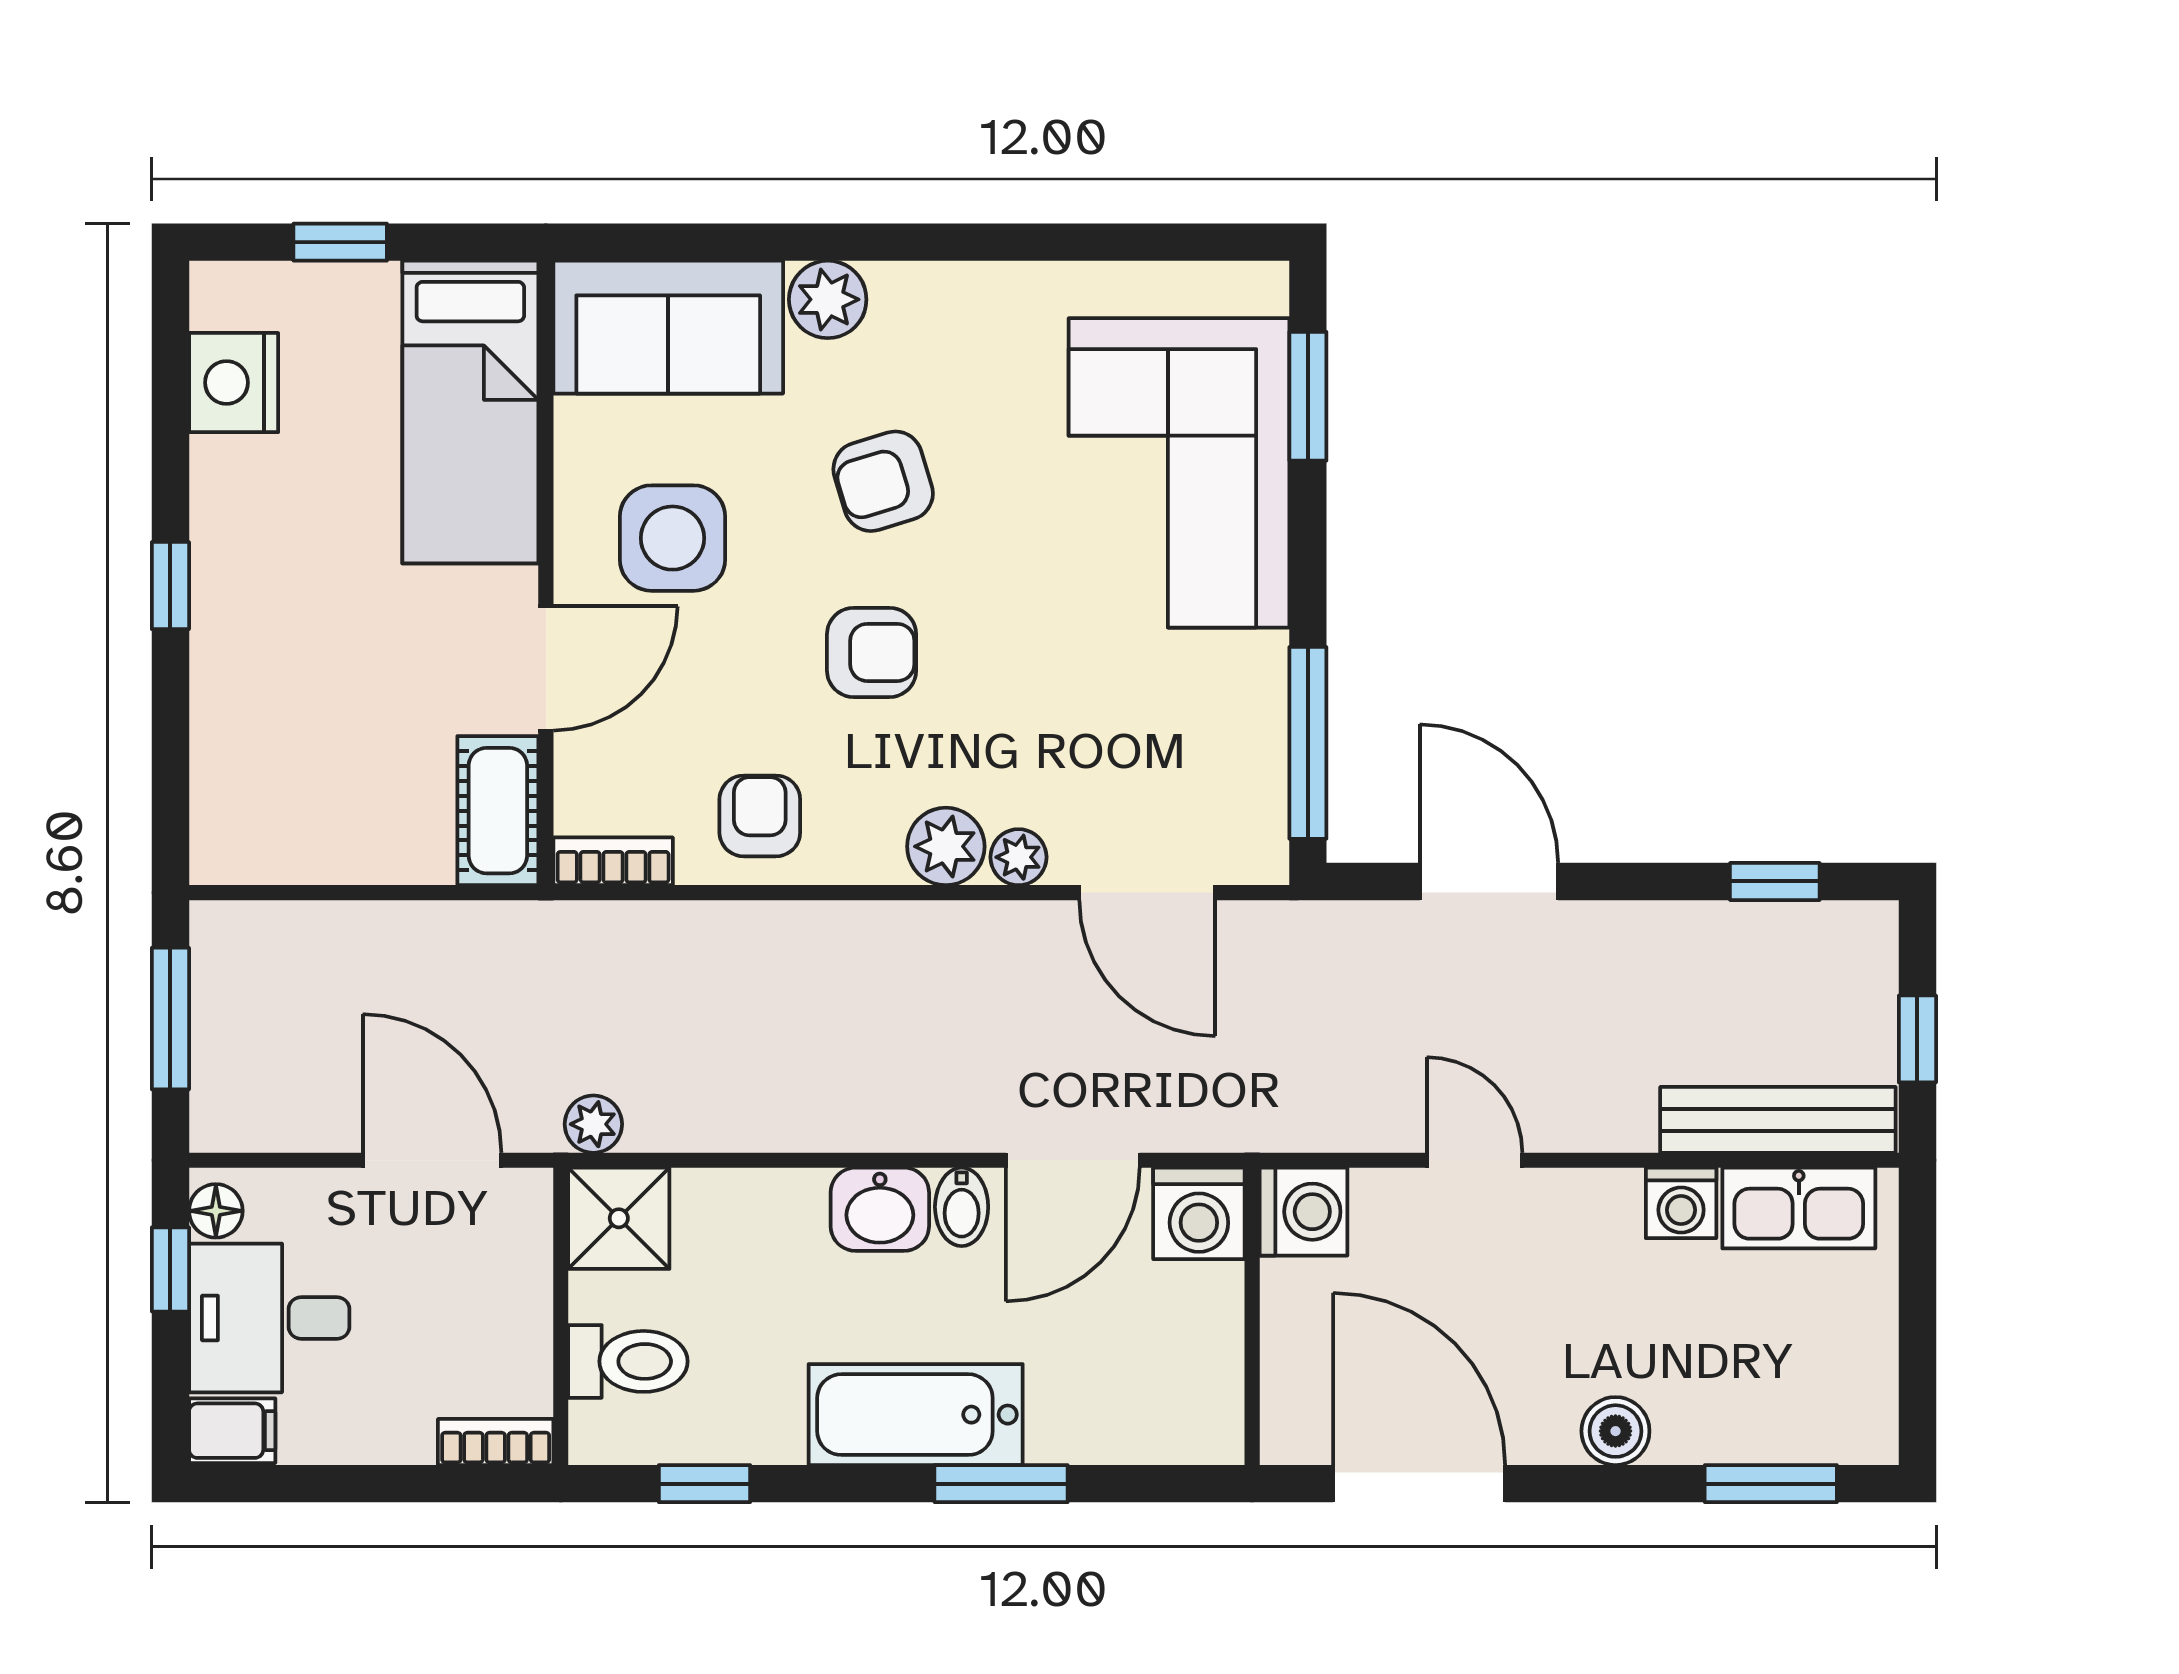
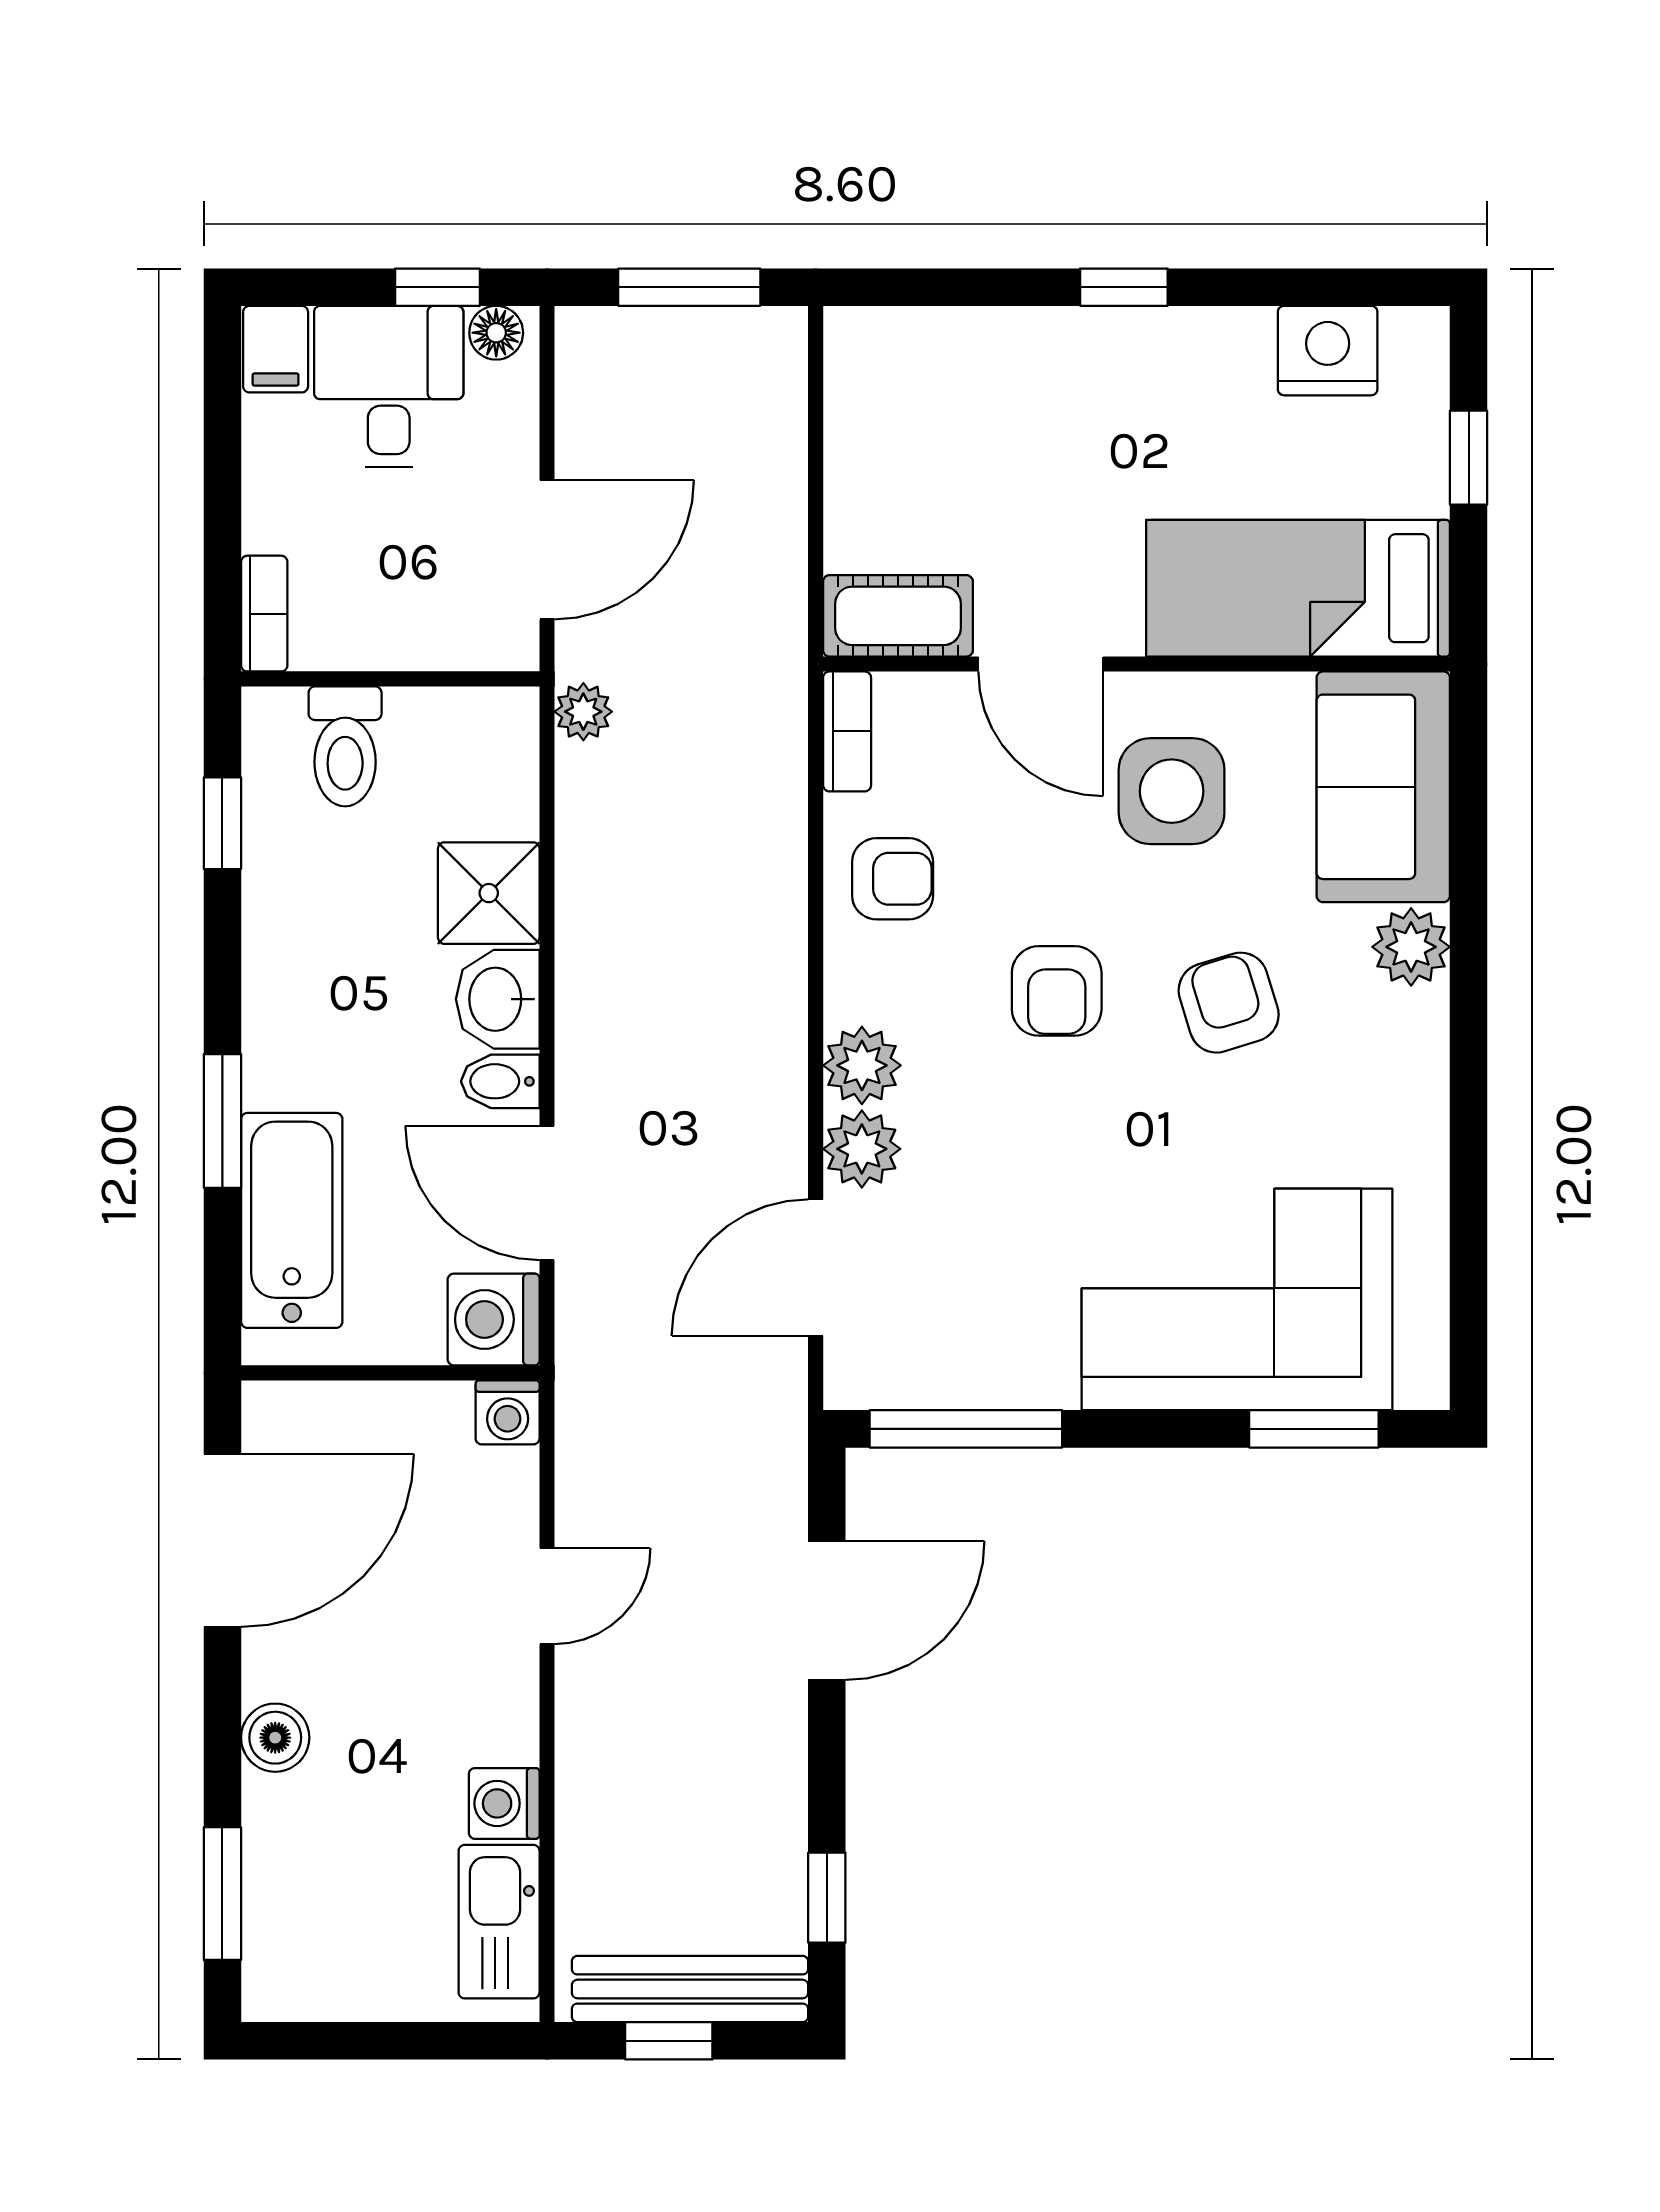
plant: (1019, 857) -> (862, 1149), width x1.38, depth x1.38
bench: (1778, 1120) -> (690, 1989), moved, turned 90
washing machine: (1304, 1212) -> (508, 1412), width x0.73, depth x0.73
shower: (619, 1218) -> (489, 893), moved
bathtub: (916, 1415) -> (292, 1220), moved

